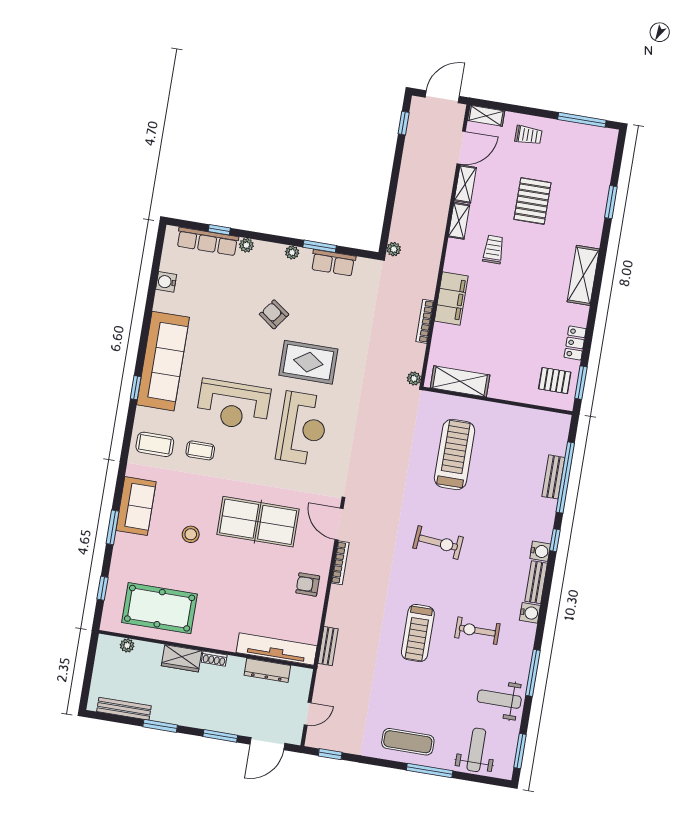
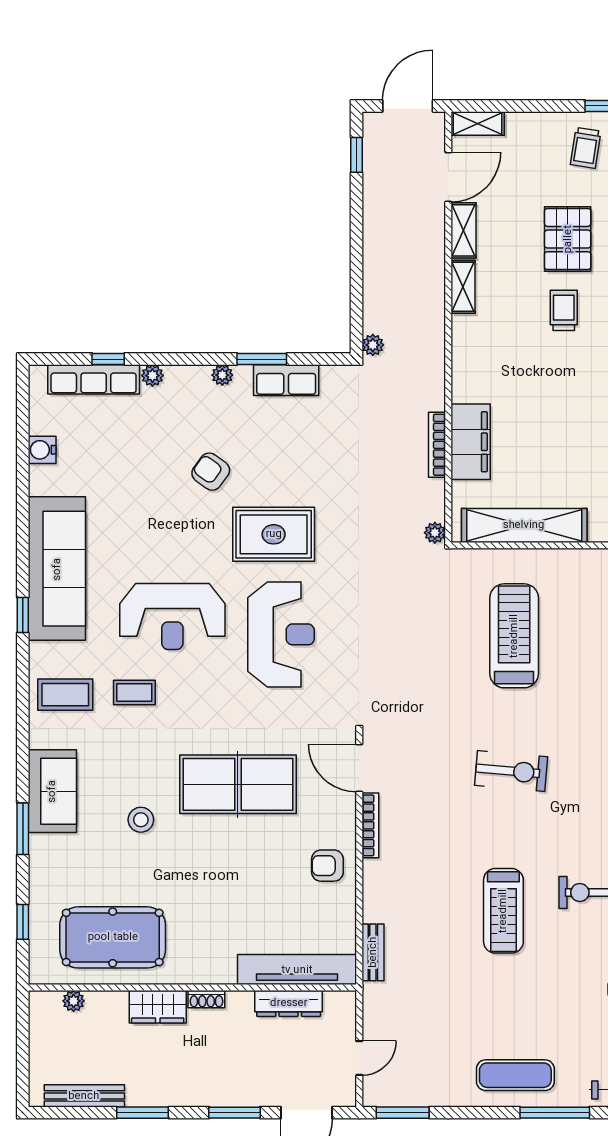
trolley: (528, 135) -> (586, 148), moved, turned 99
trolley: (493, 249) -> (564, 310), moved
filing cabinet: (451, 298) -> (471, 442), moved
shelving: (460, 381) -> (524, 525), width x1.47
window: (330, 754) -> (403, 1113), width x1.50

